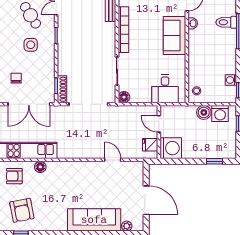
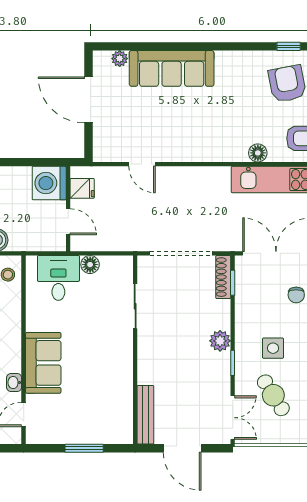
bookcase: (123, 30) -> (125, 372), removed
plant: (64, 49) -> (220, 341), added
floor lamp: (124, 97) -> (90, 265), moved

